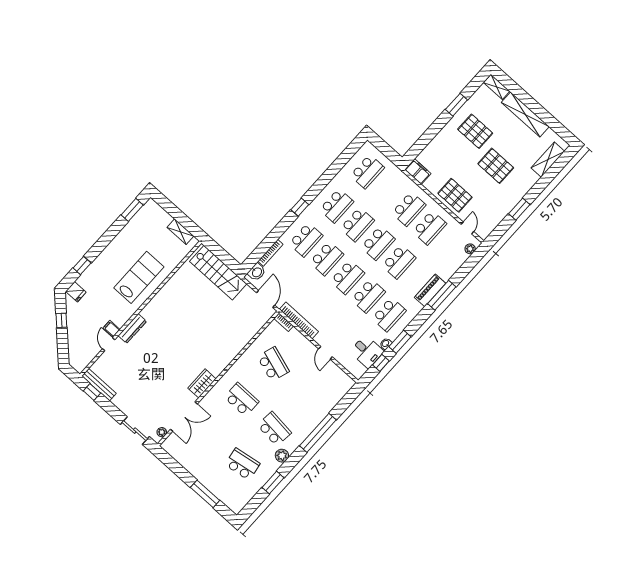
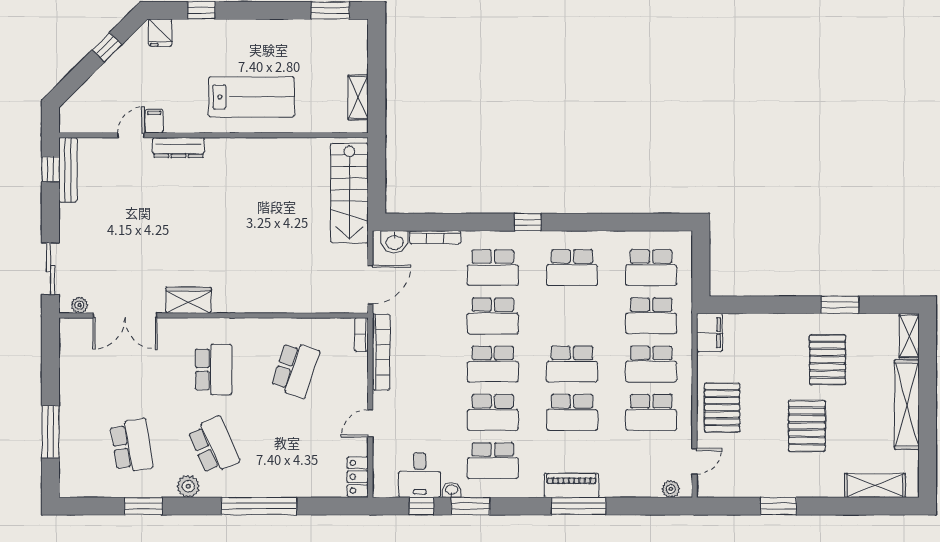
school desk: (357, 224) -> (651, 316), moved
locker: (344, 379) -> (358, 477), added
school desk: (274, 429) -> (214, 446), turned -30

